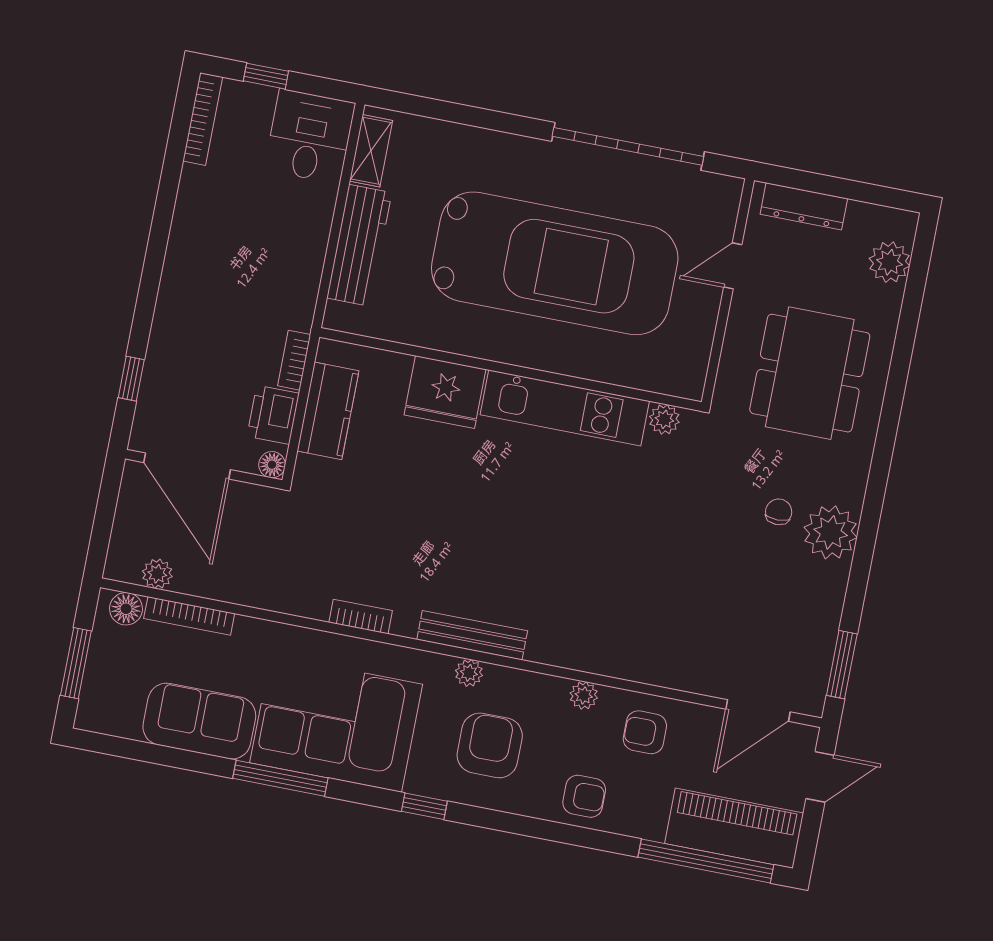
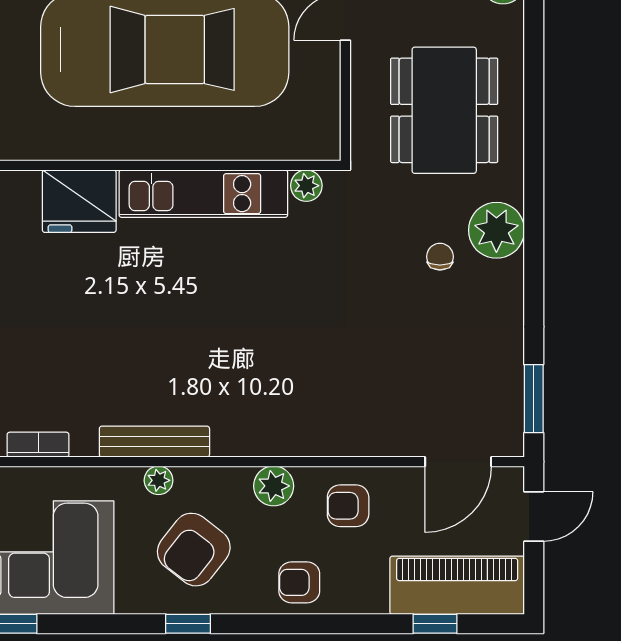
plant: (831, 532) -> (496, 230), moved
plant: (584, 695) -> (274, 486), width x1.38, depth x1.38
armchair: (490, 745) -> (194, 550), turned -142
armchair: (584, 796) -> (299, 582), turned 180
window: (424, 806) -> (188, 624), moved
window: (706, 861) -> (435, 624), width x0.32

